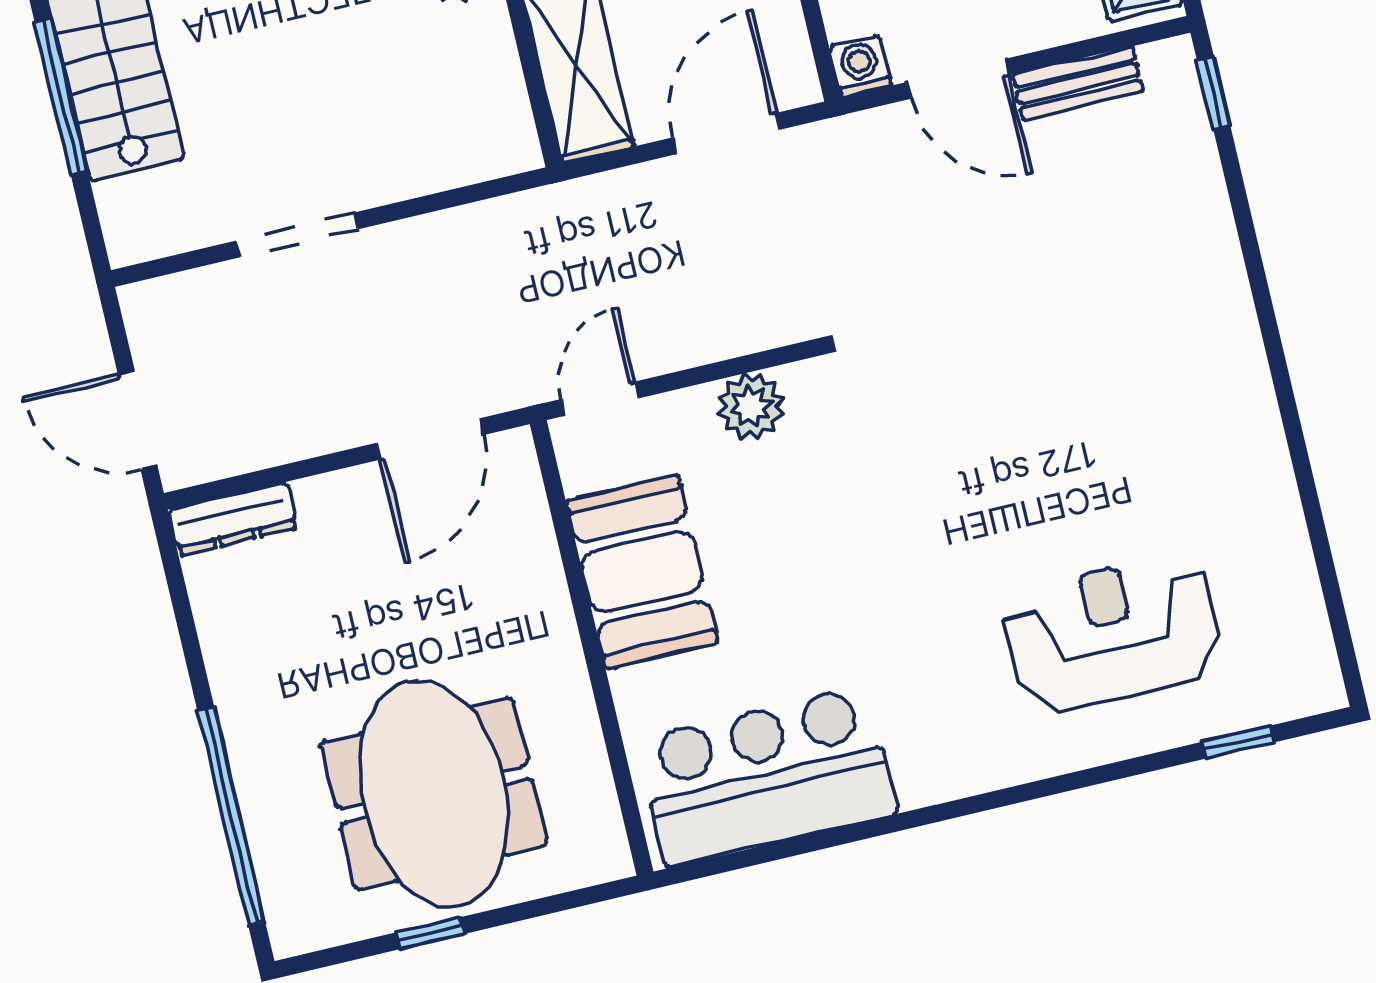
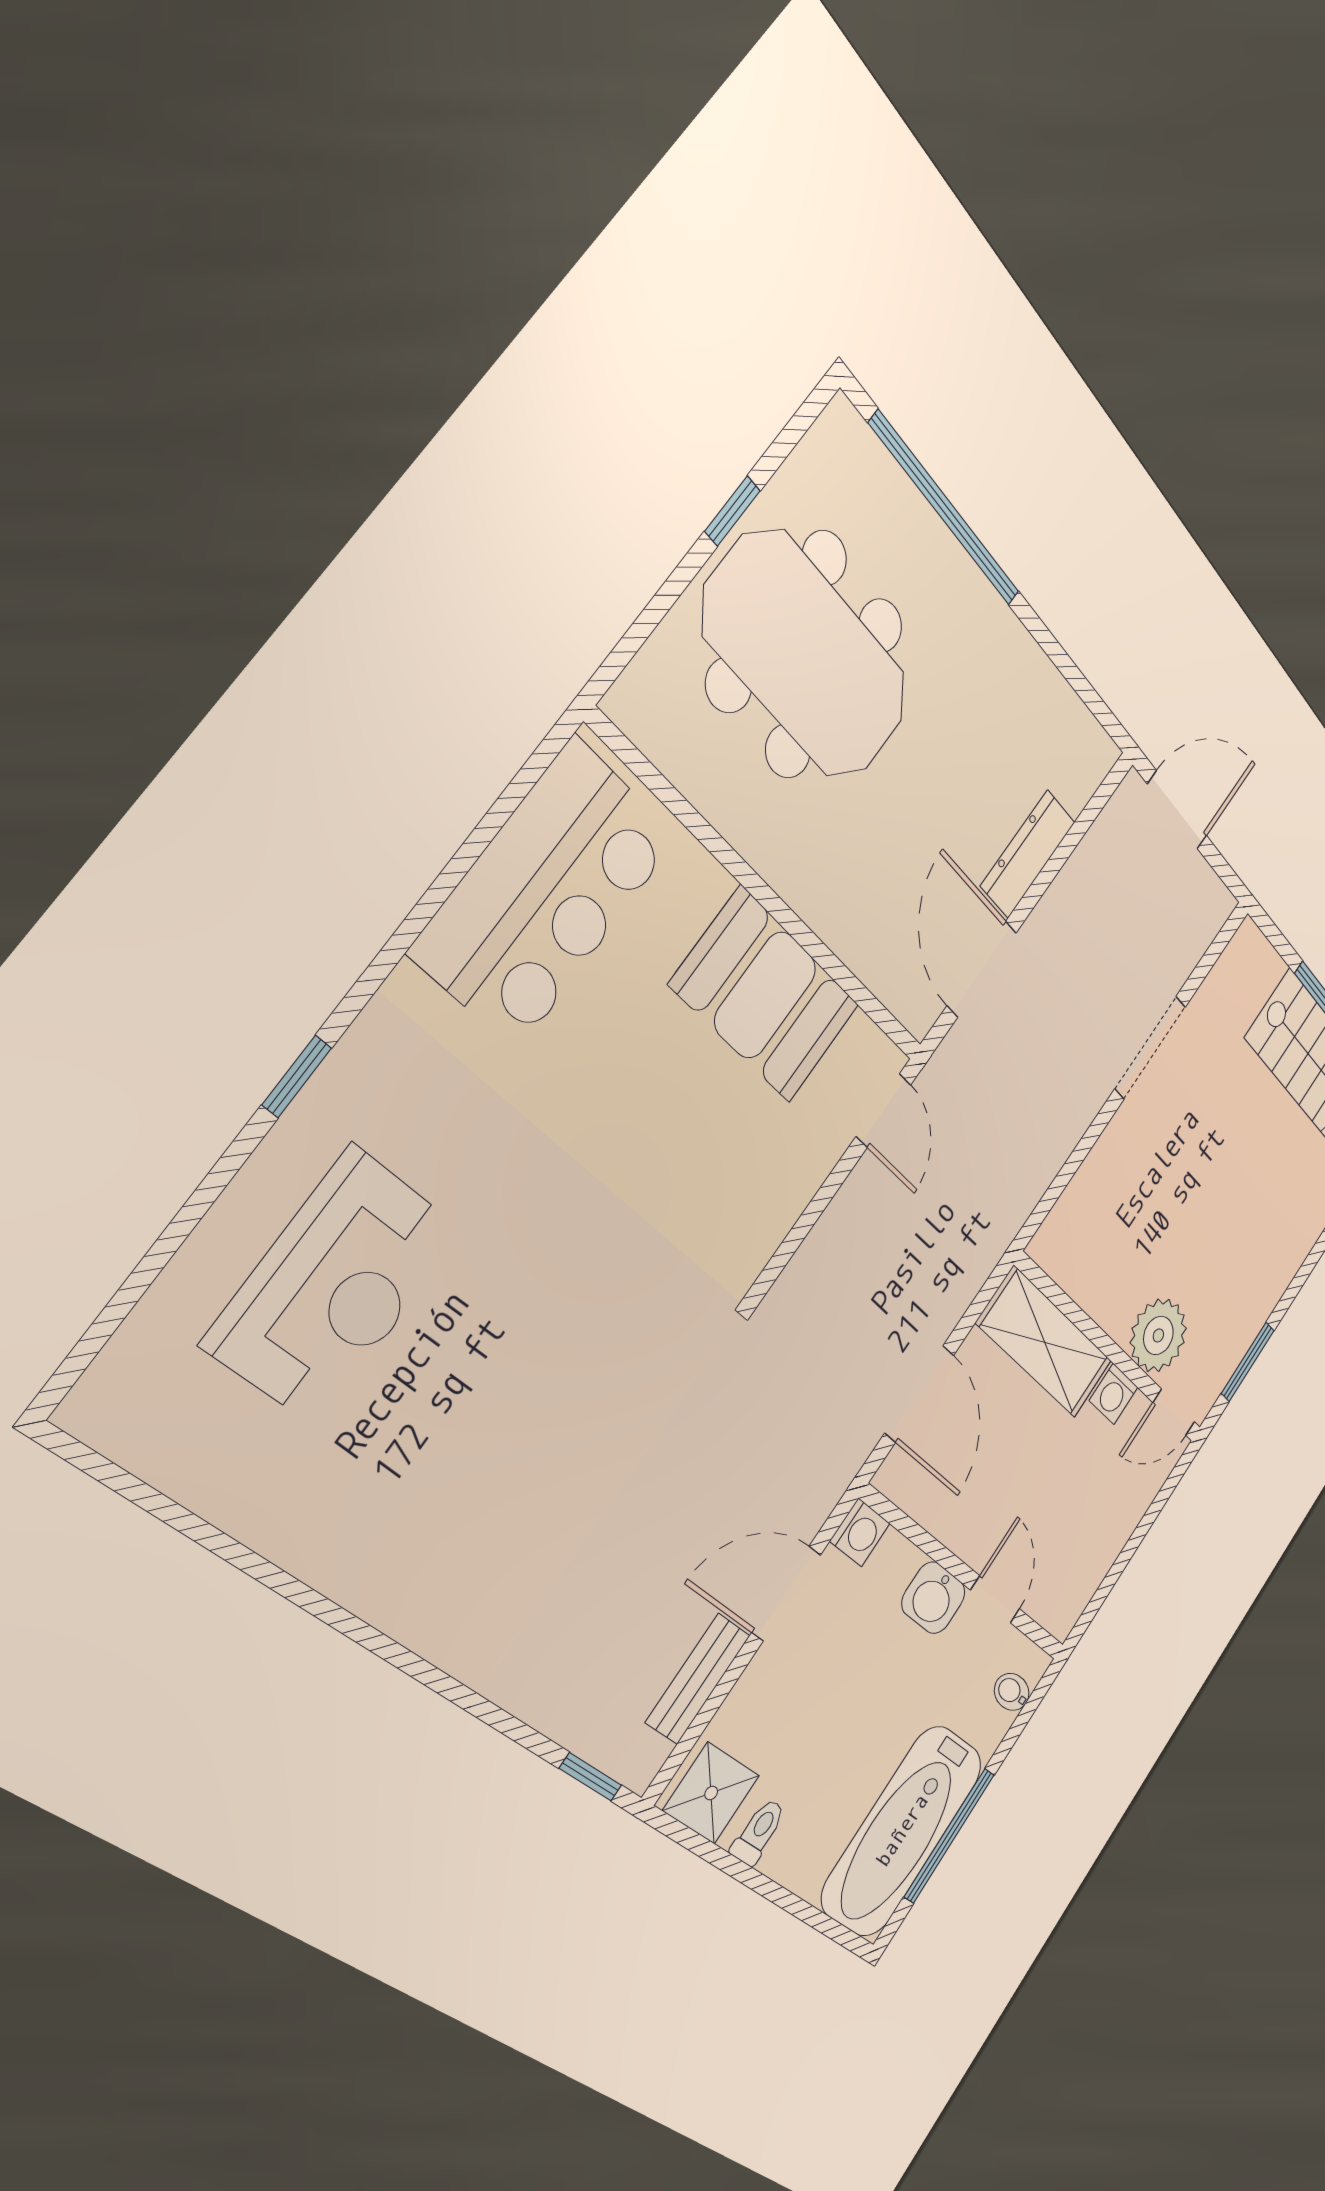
plant: (751, 406) -> (771, 1207), removed
dresser: (233, 519) -> (1028, 854), moved
window: (1238, 742) -> (297, 1076), moved

